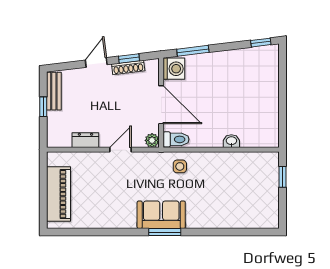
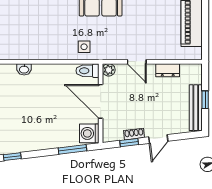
shoe rack: (128, 67) -> (134, 134), width x0.70
bench: (54, 91) -> (196, 108), width x1.36
washbasin: (231, 141) -> (24, 69), moved
door: (120, 150) -> (137, 62), hinge flipped

